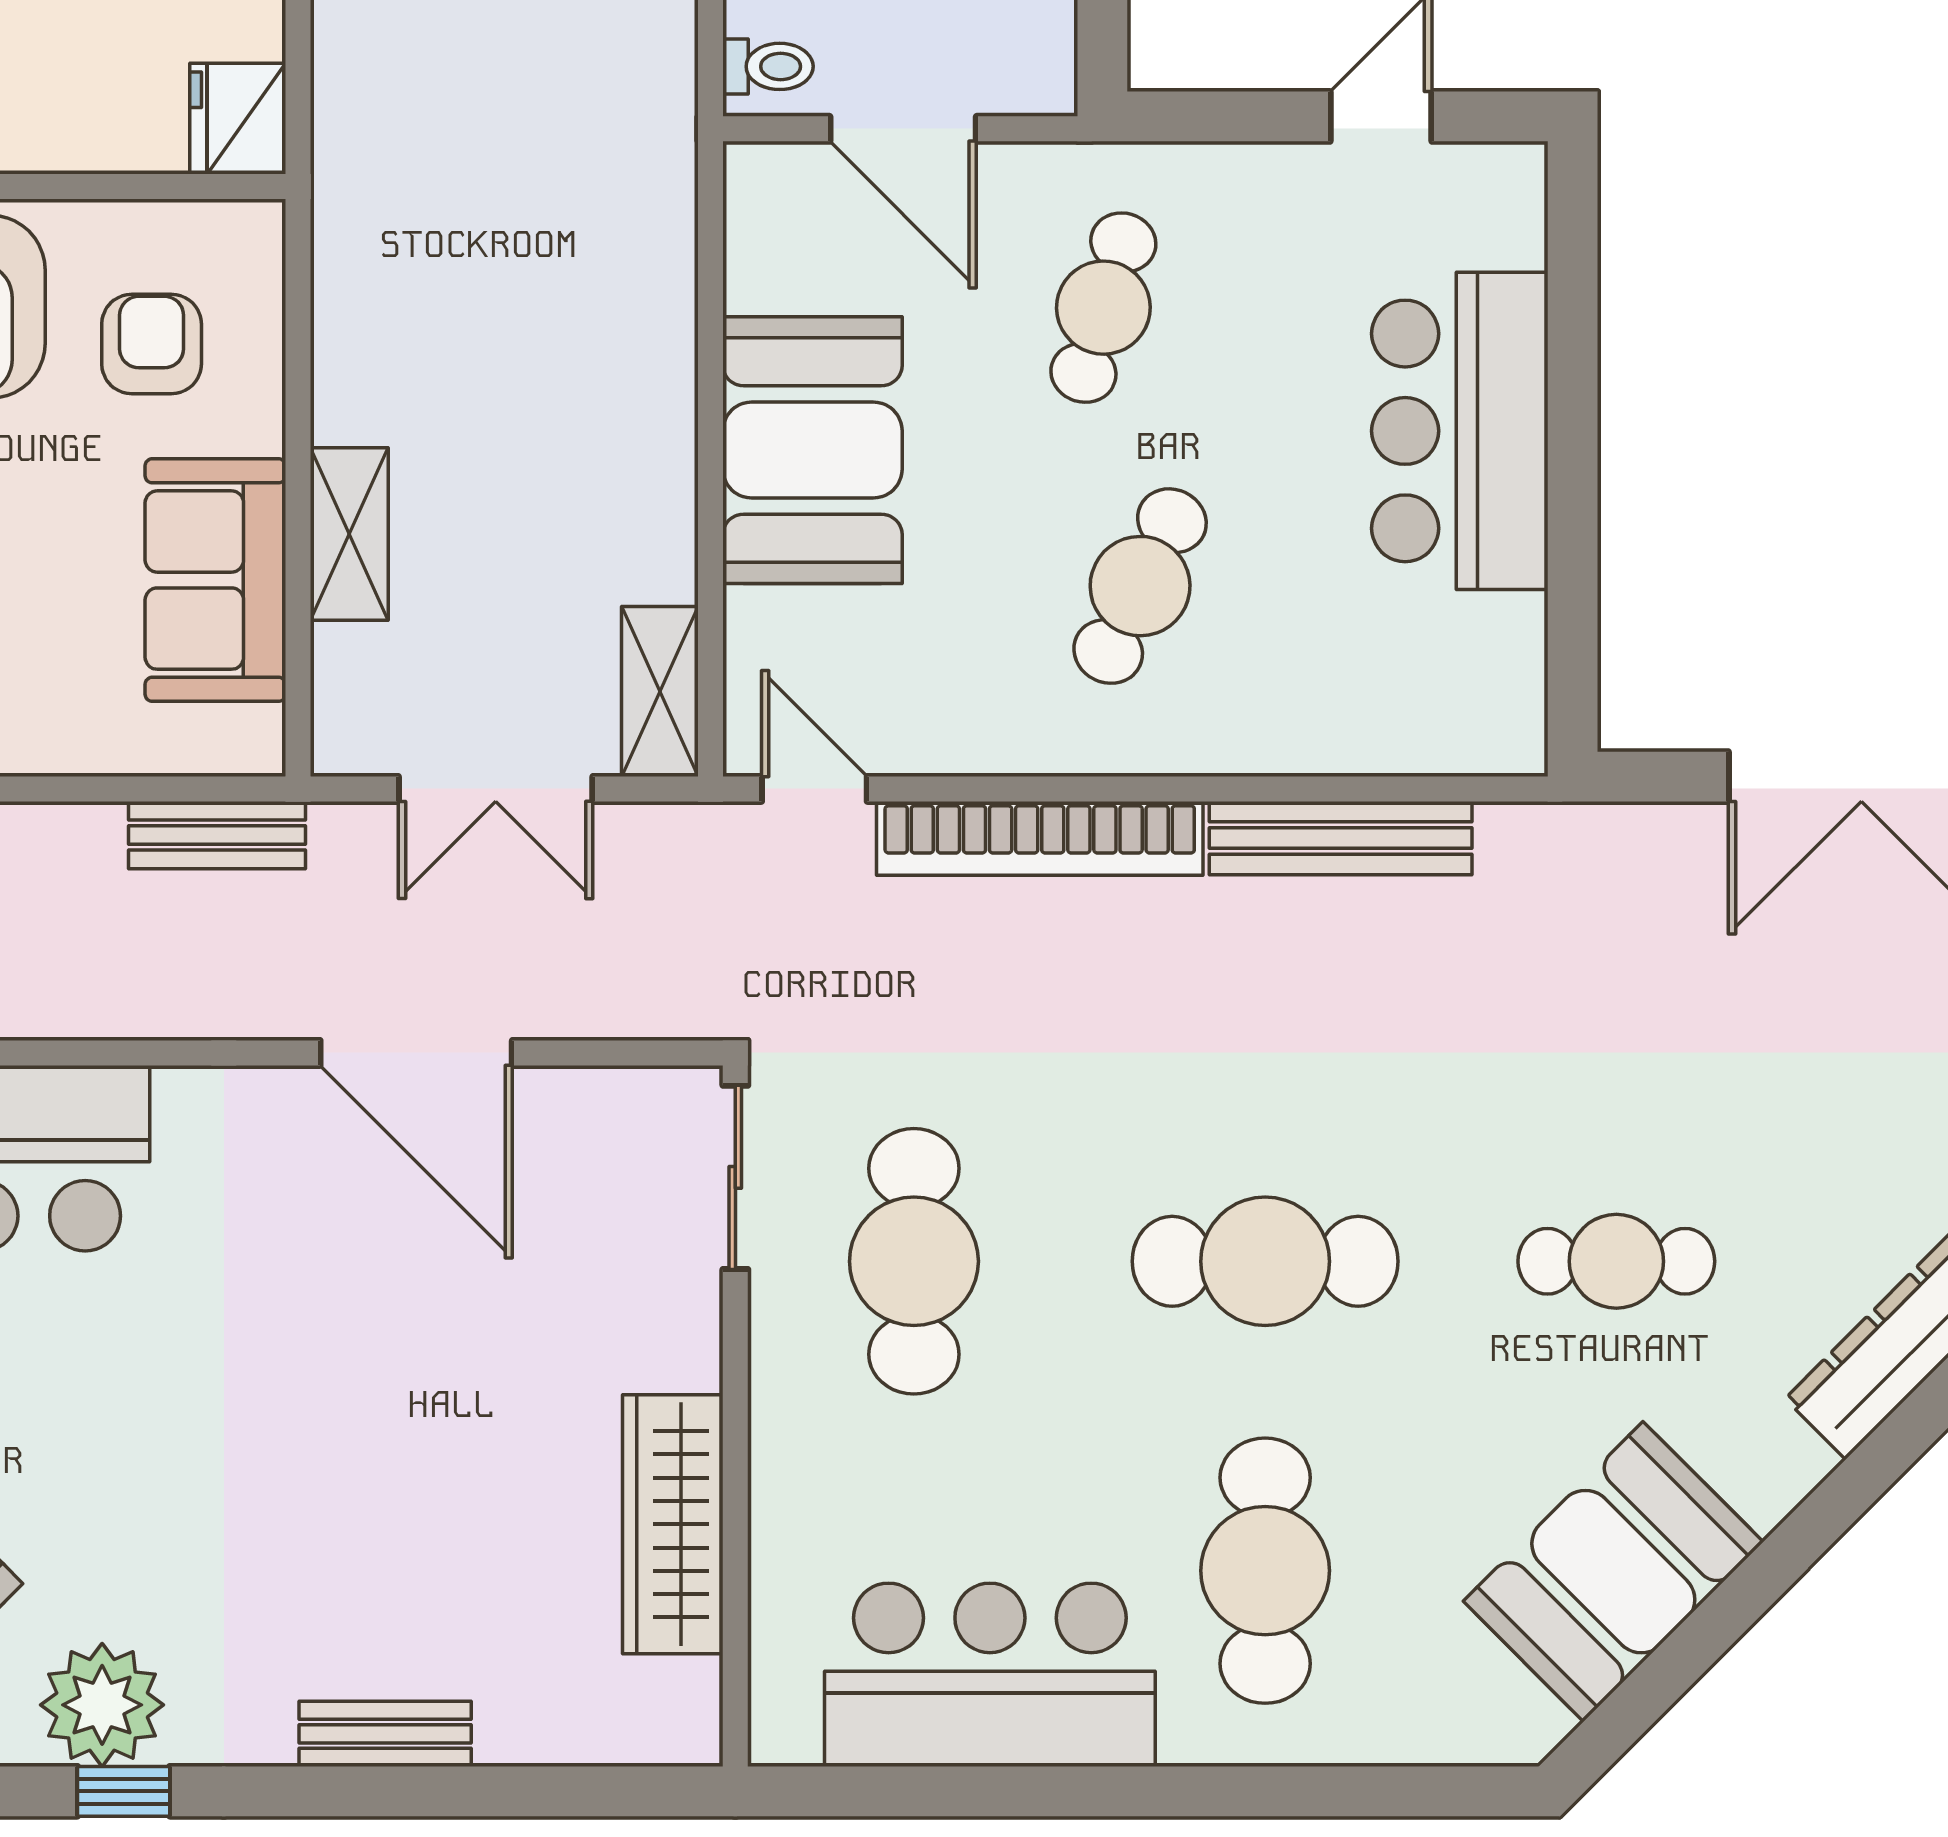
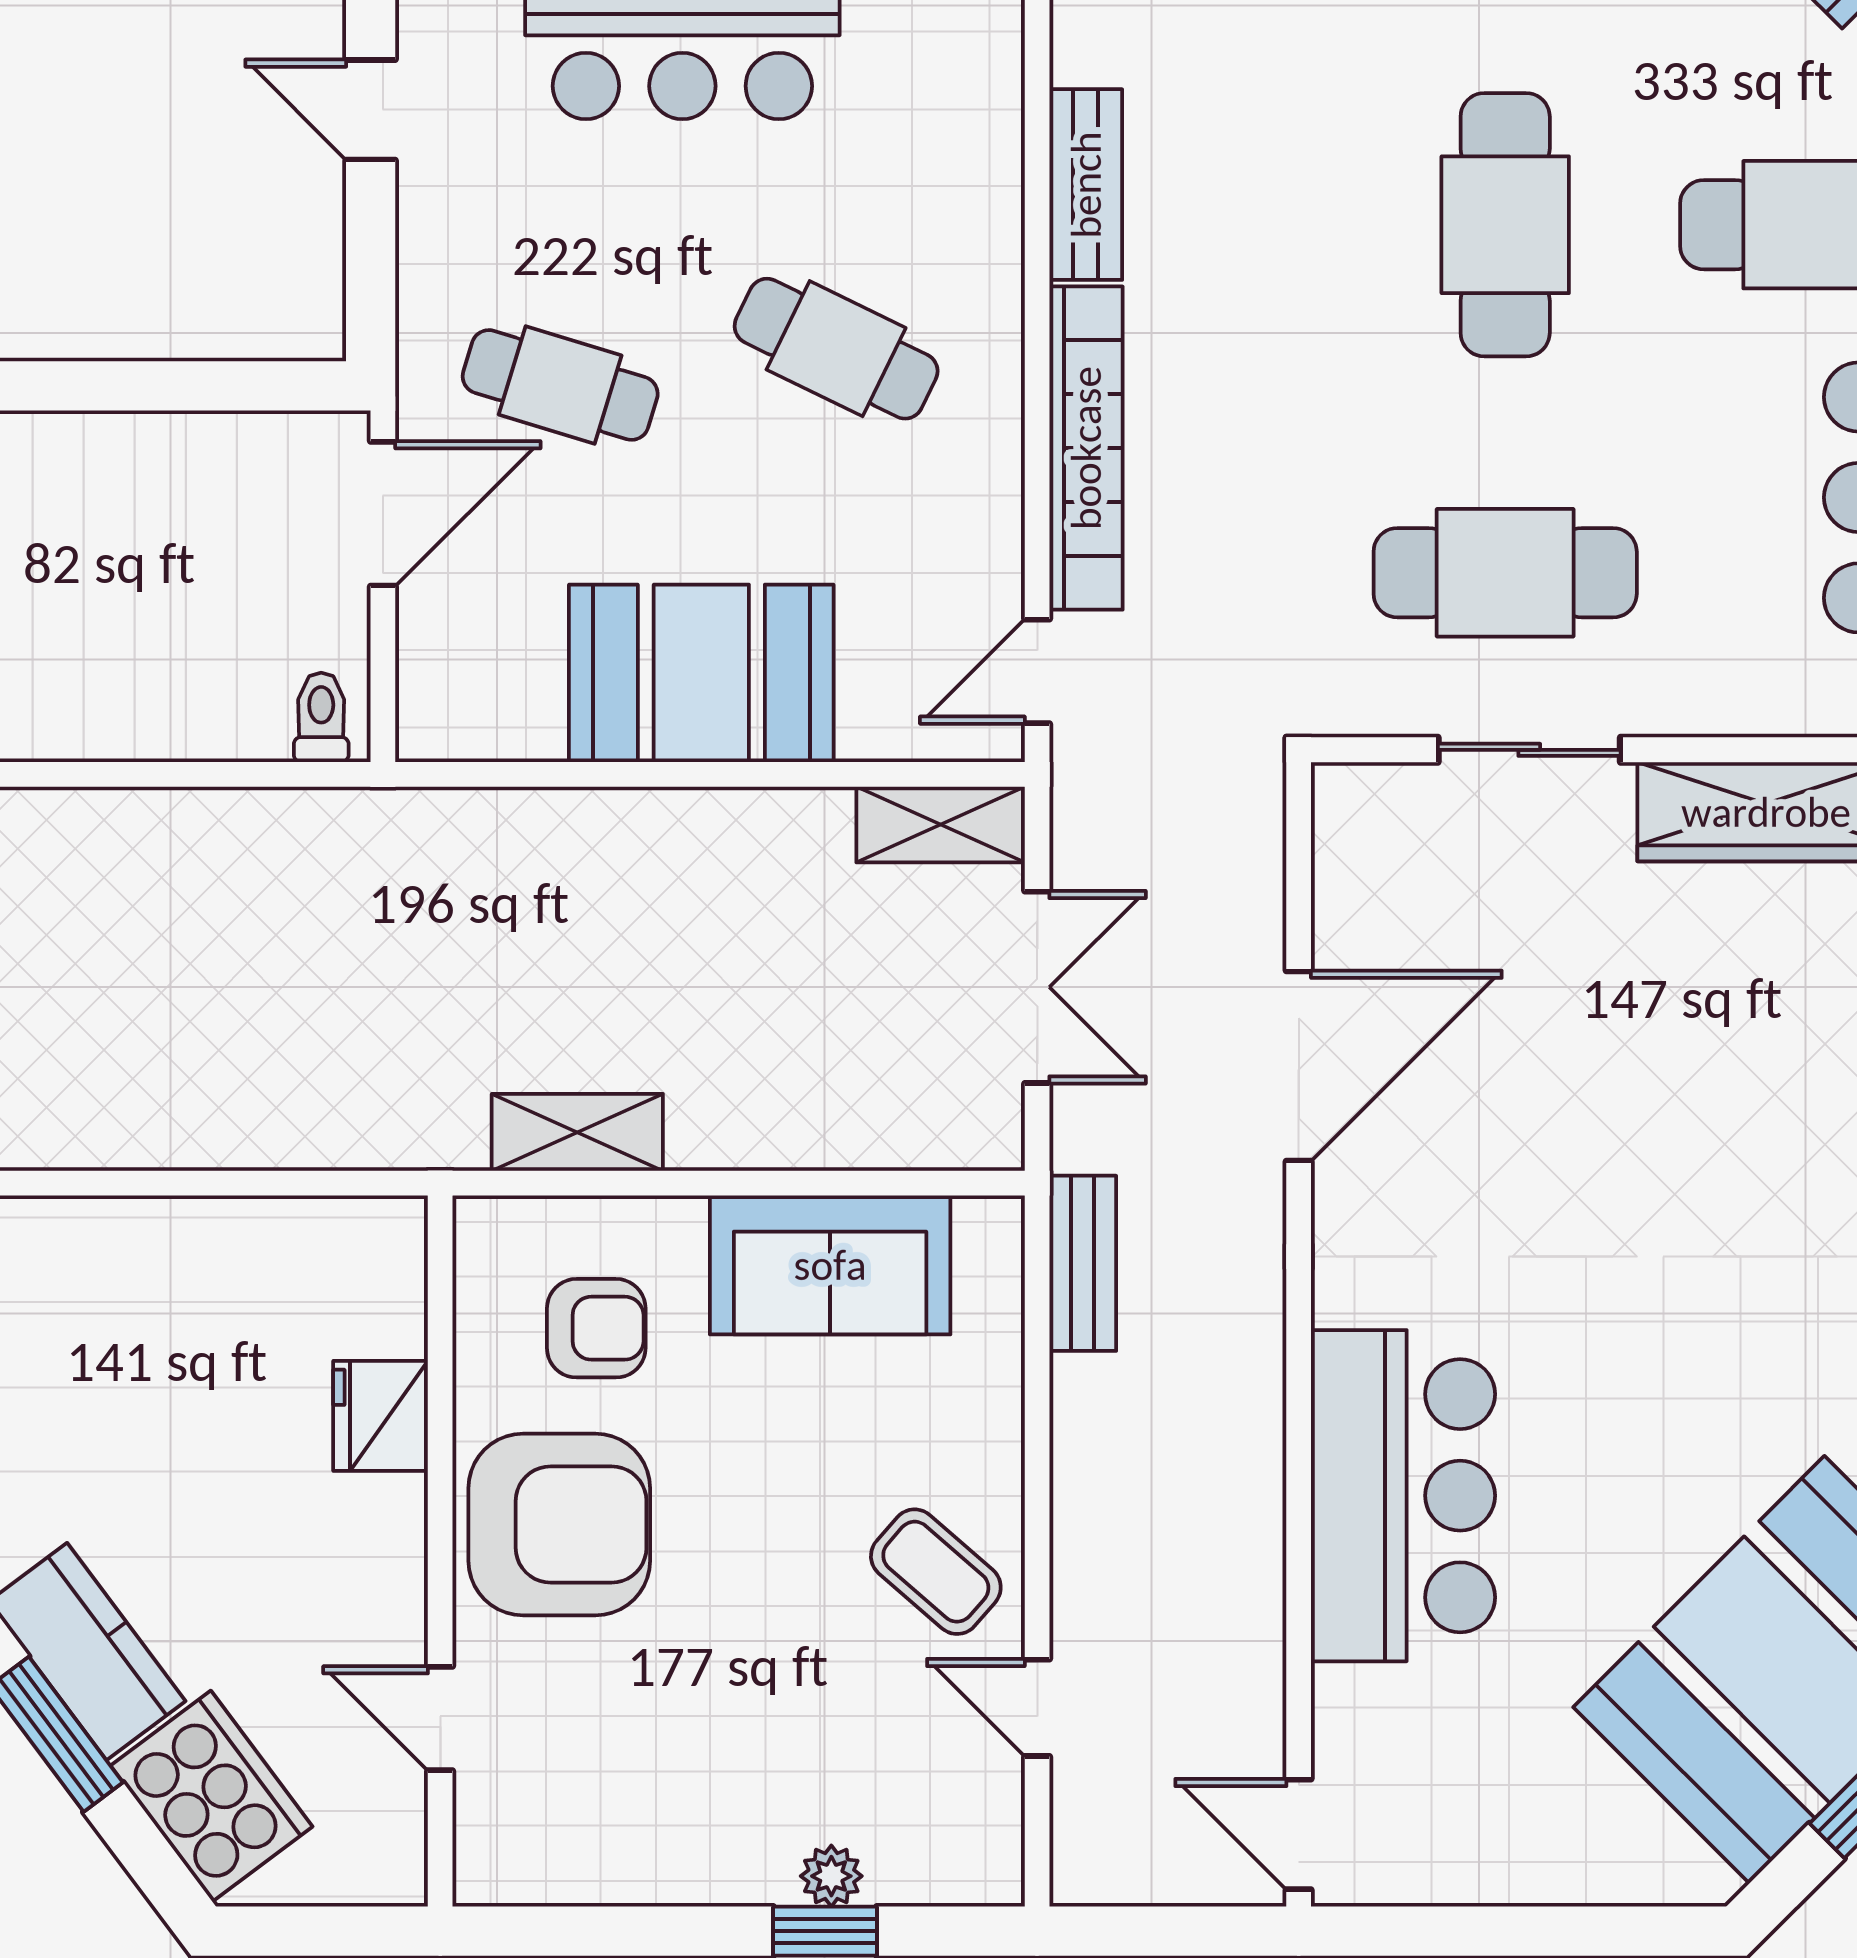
fridge: (238, 119) -> (381, 1416), moved, turned 90
door: (903, 129) -> (383, 514), moved
armchair: (152, 344) -> (596, 1328), turned 180
shelving: (349, 534) -> (577, 1132), moved
bench: (1341, 838) -> (1086, 185), width x0.73
sliding door: (735, 1177) -> (1529, 750), moved

